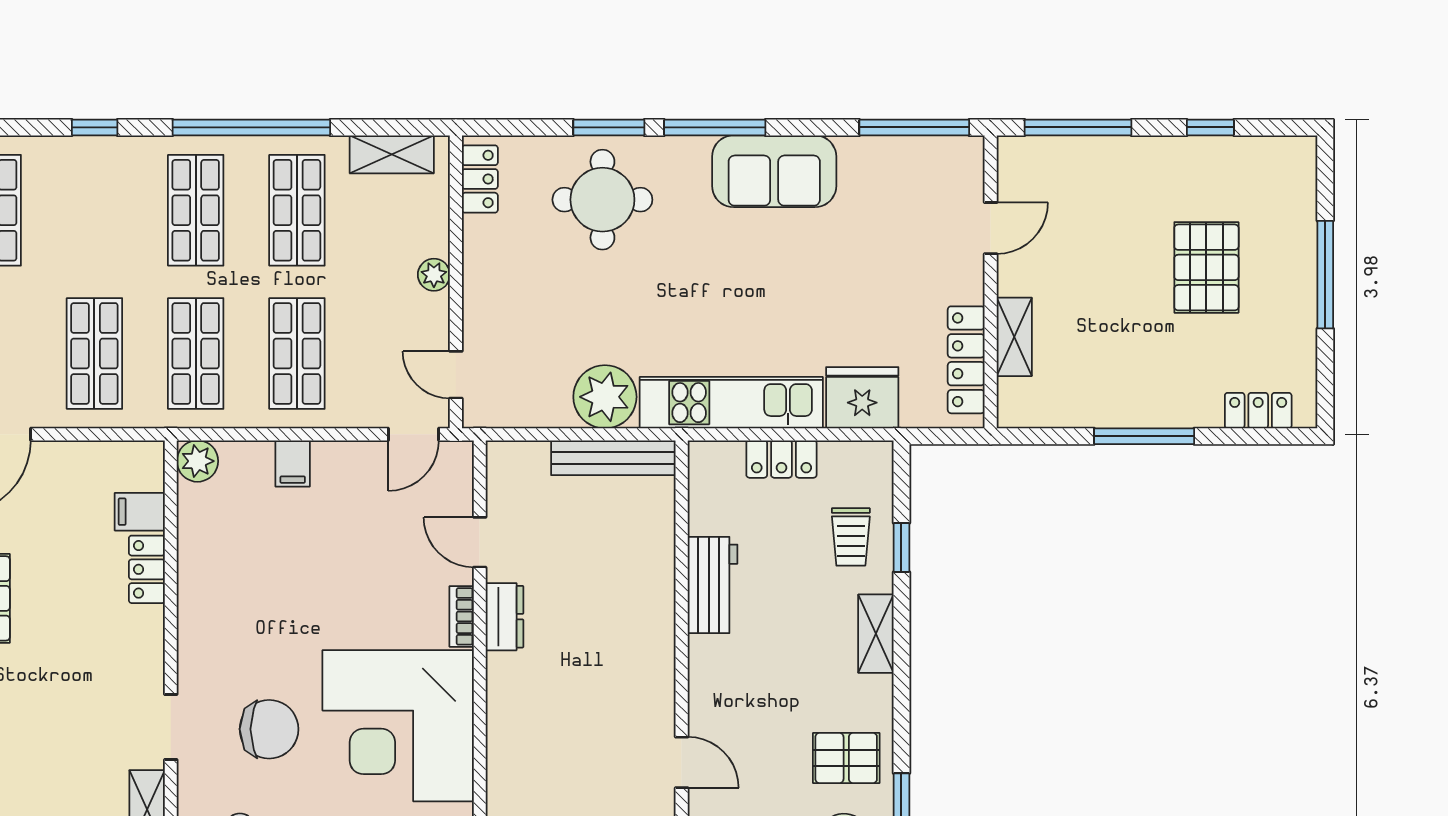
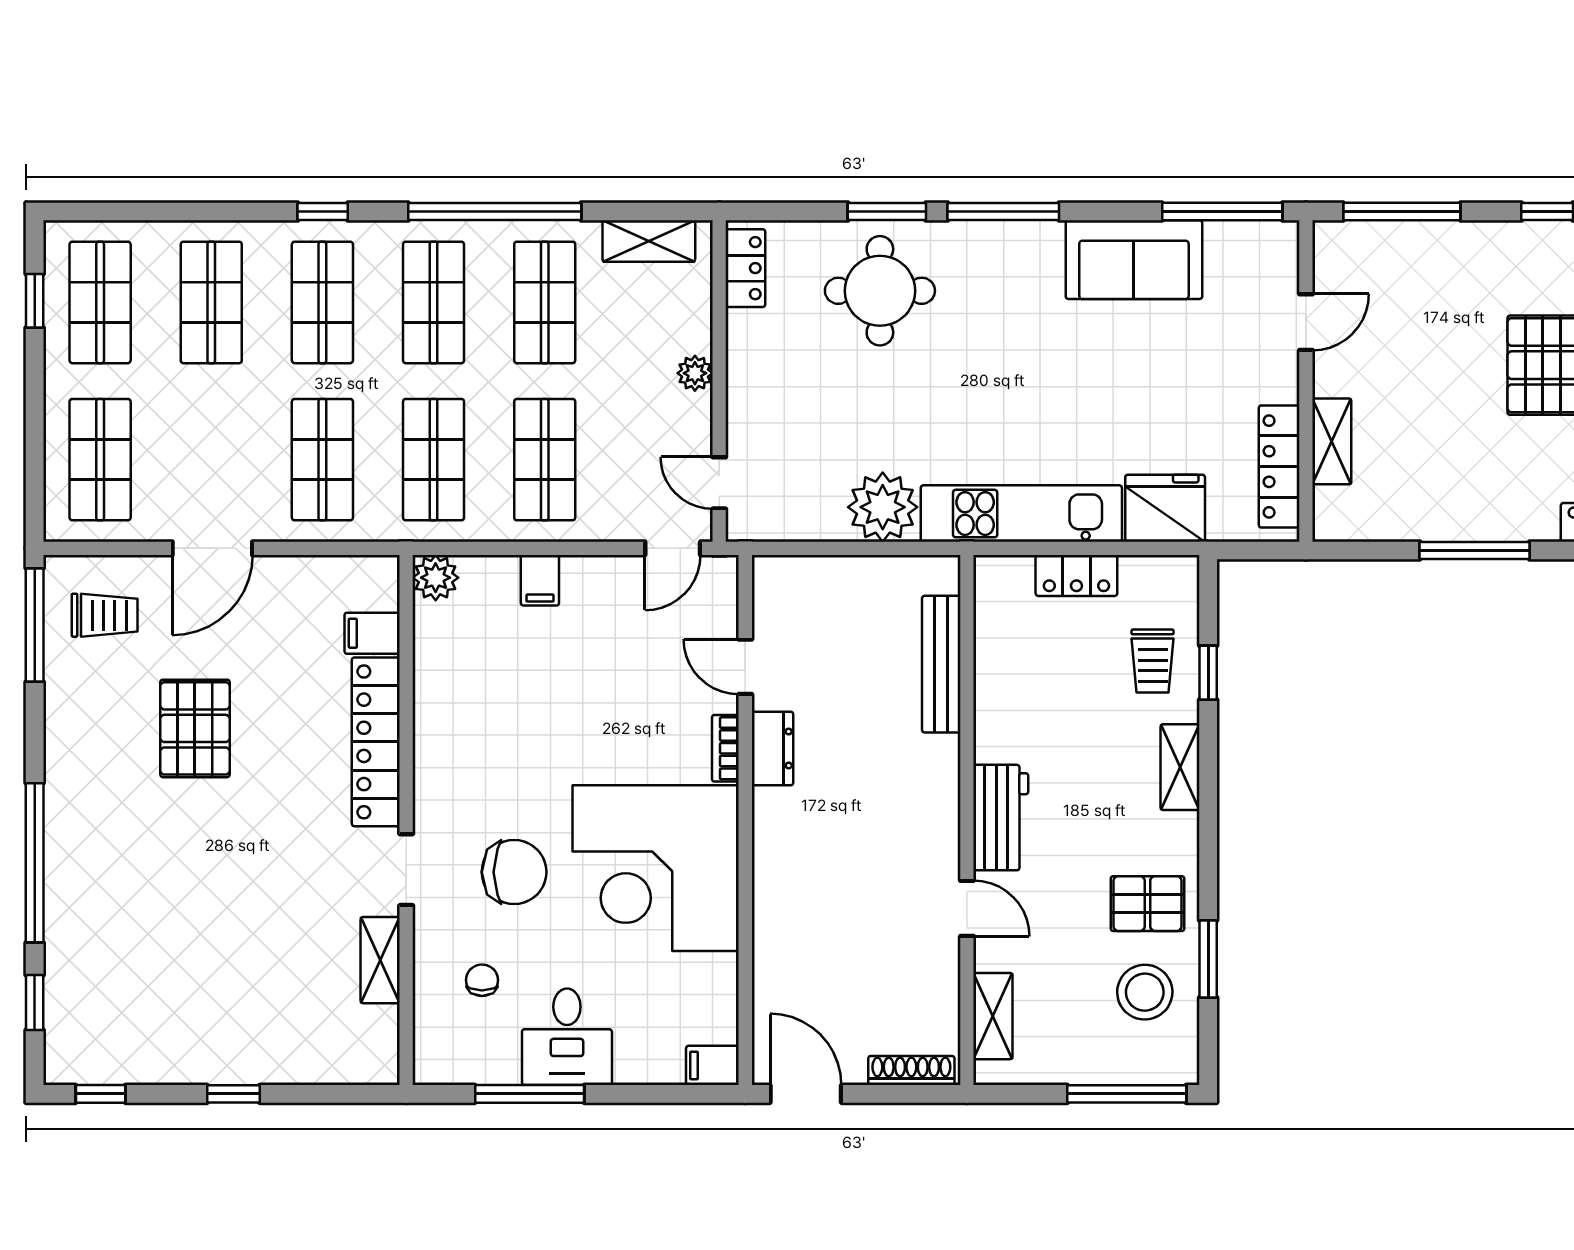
sofa: (774, 171) -> (1134, 260), moved
shop shelf: (94, 210) -> (322, 302), added
bench: (613, 458) -> (941, 664), moved, turned 90
locker: (147, 569) -> (376, 742), width x2.16, depth x1.21
workbench: (713, 585) -> (1001, 818), moved

